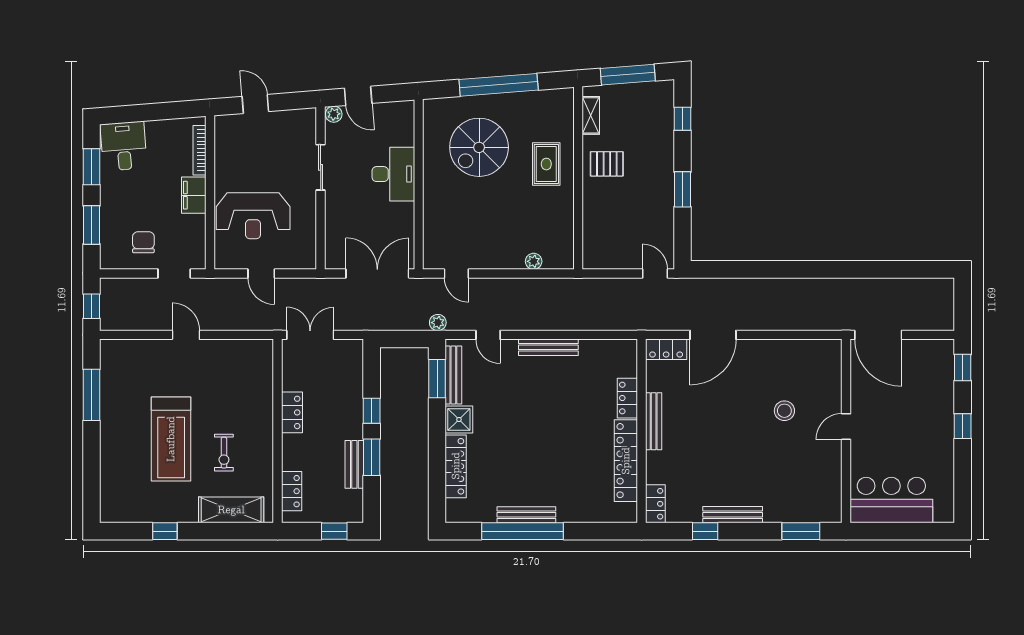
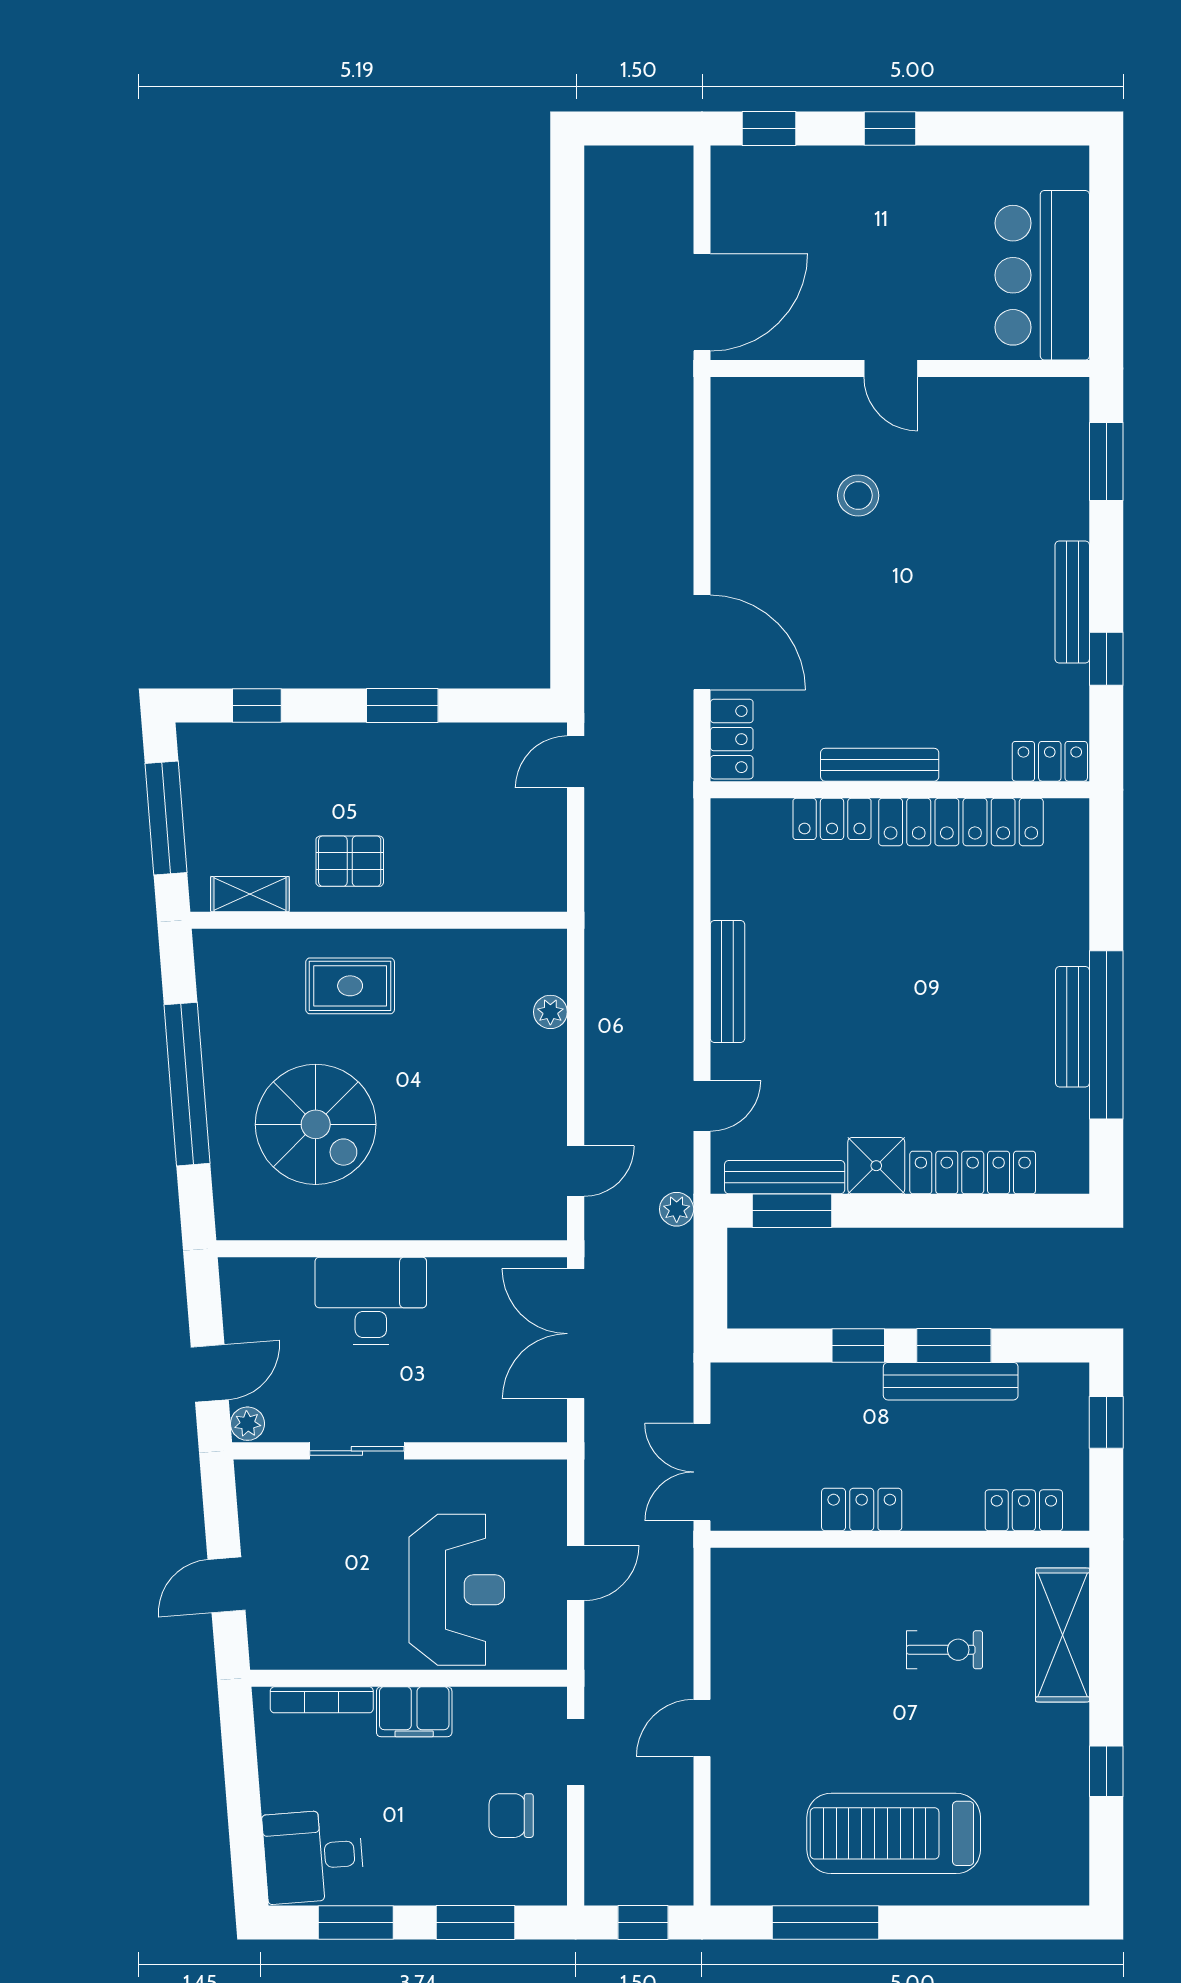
pallet: (607, 164) -> (350, 861), turned 90
treadmill: (171, 439) -> (894, 1833), moved, turned 180
bench: (354, 464) -> (951, 1381), width x1.36

